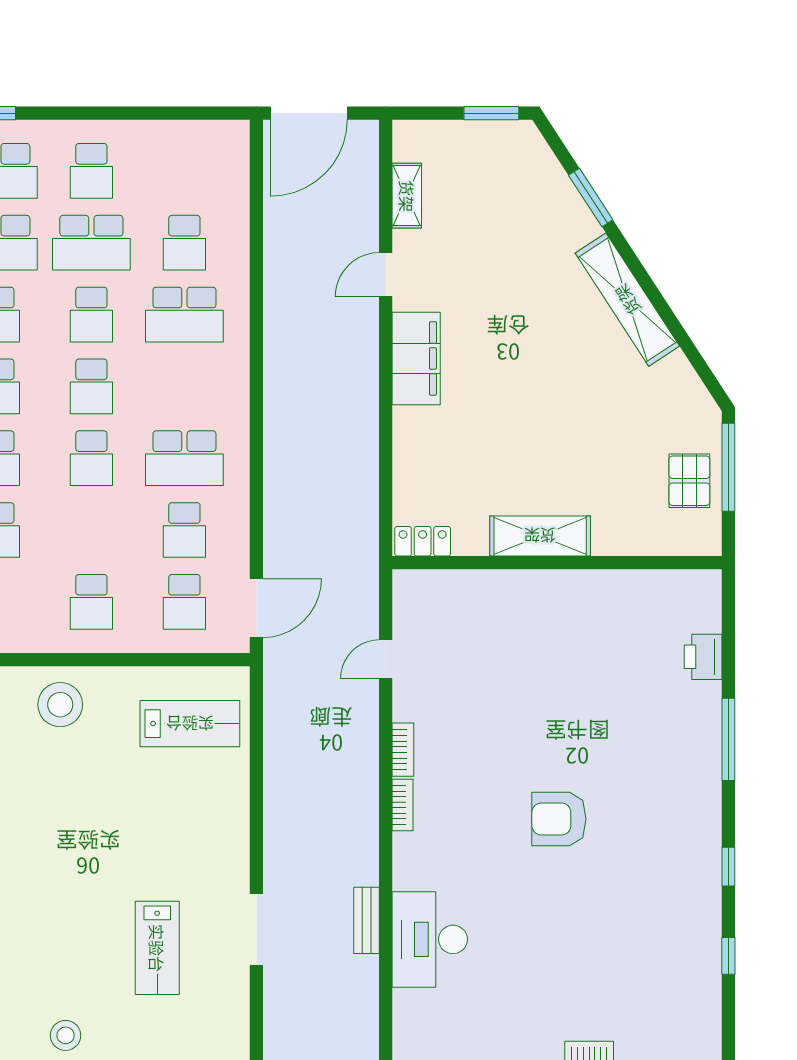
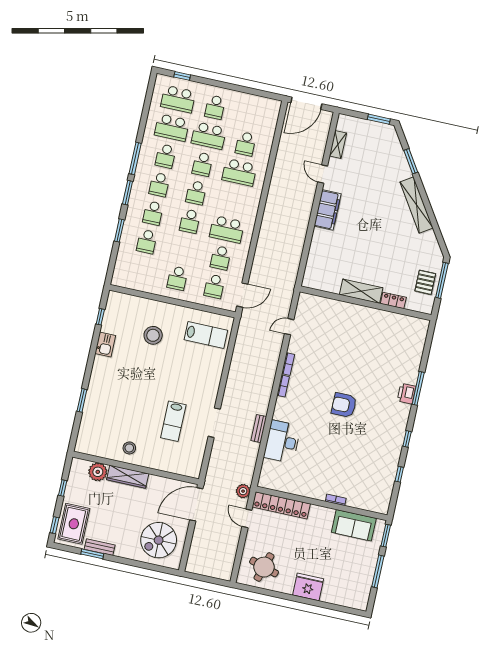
door: (386, 275) -> (323, 174), hinge flipped
locker: (423, 541) -> (393, 300), moved
printer: (703, 657) -> (406, 394), moved
stool: (60, 705) -> (153, 335), moved

